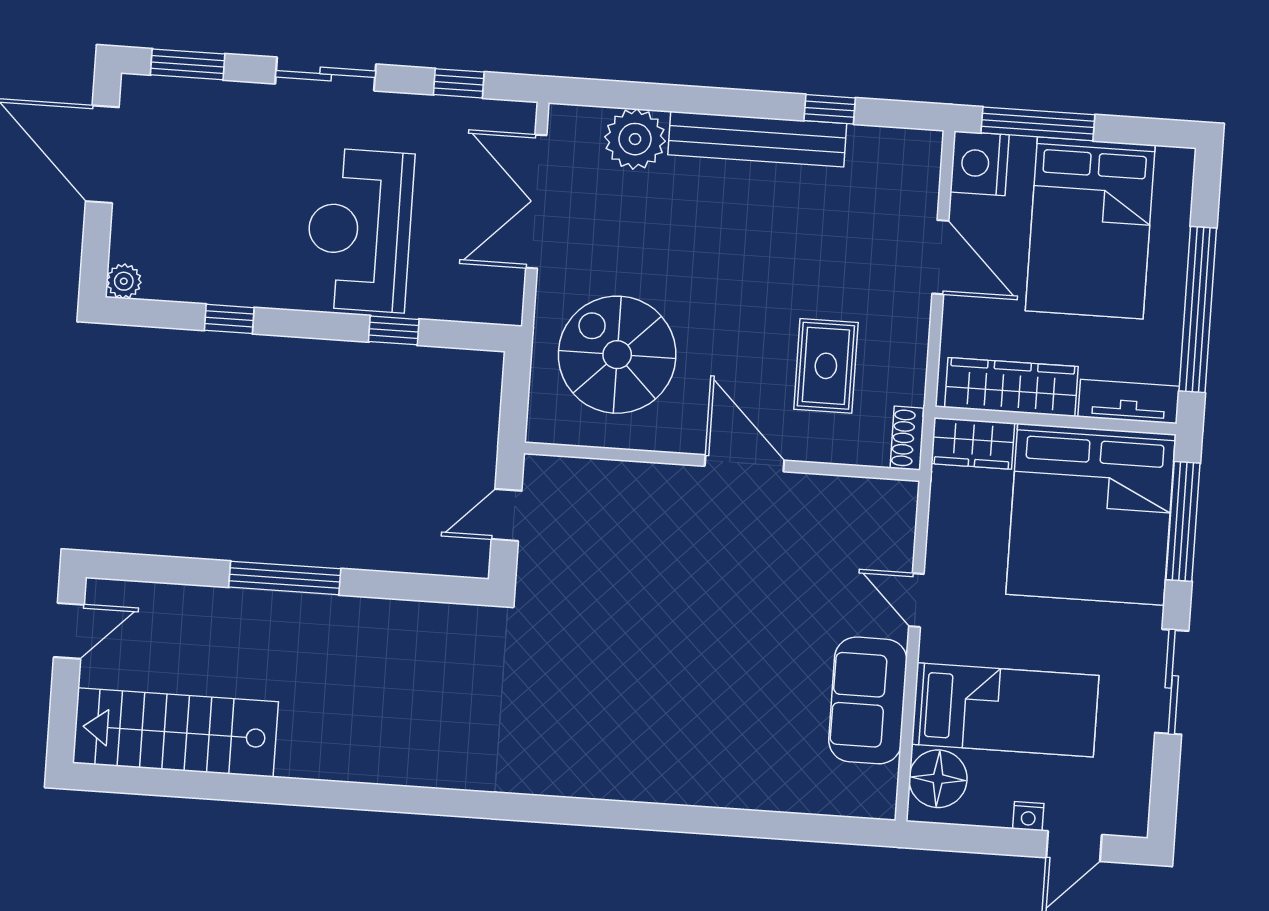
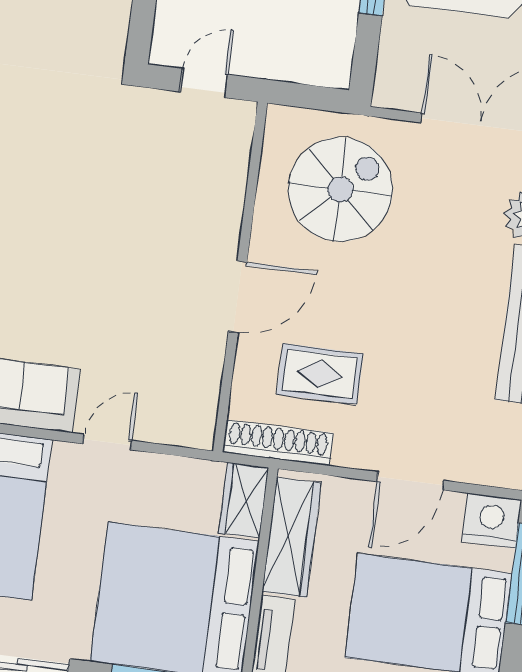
shoe rack: (907, 438) -> (278, 443), width x1.94, depth x1.24
door: (507, 515) -> (204, 83), hinge flipped

